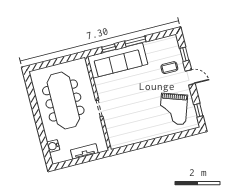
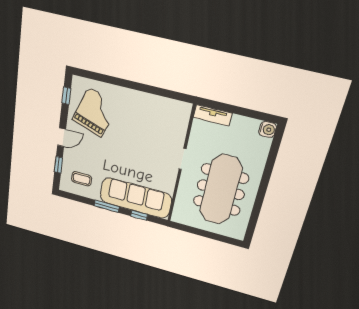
coffee table: (169, 68) -> (82, 179), moved
door: (190, 77) -> (62, 137), swing flipped
water cooler: (53, 146) -> (268, 129), moved
tv unit: (84, 151) -> (212, 115), moved

